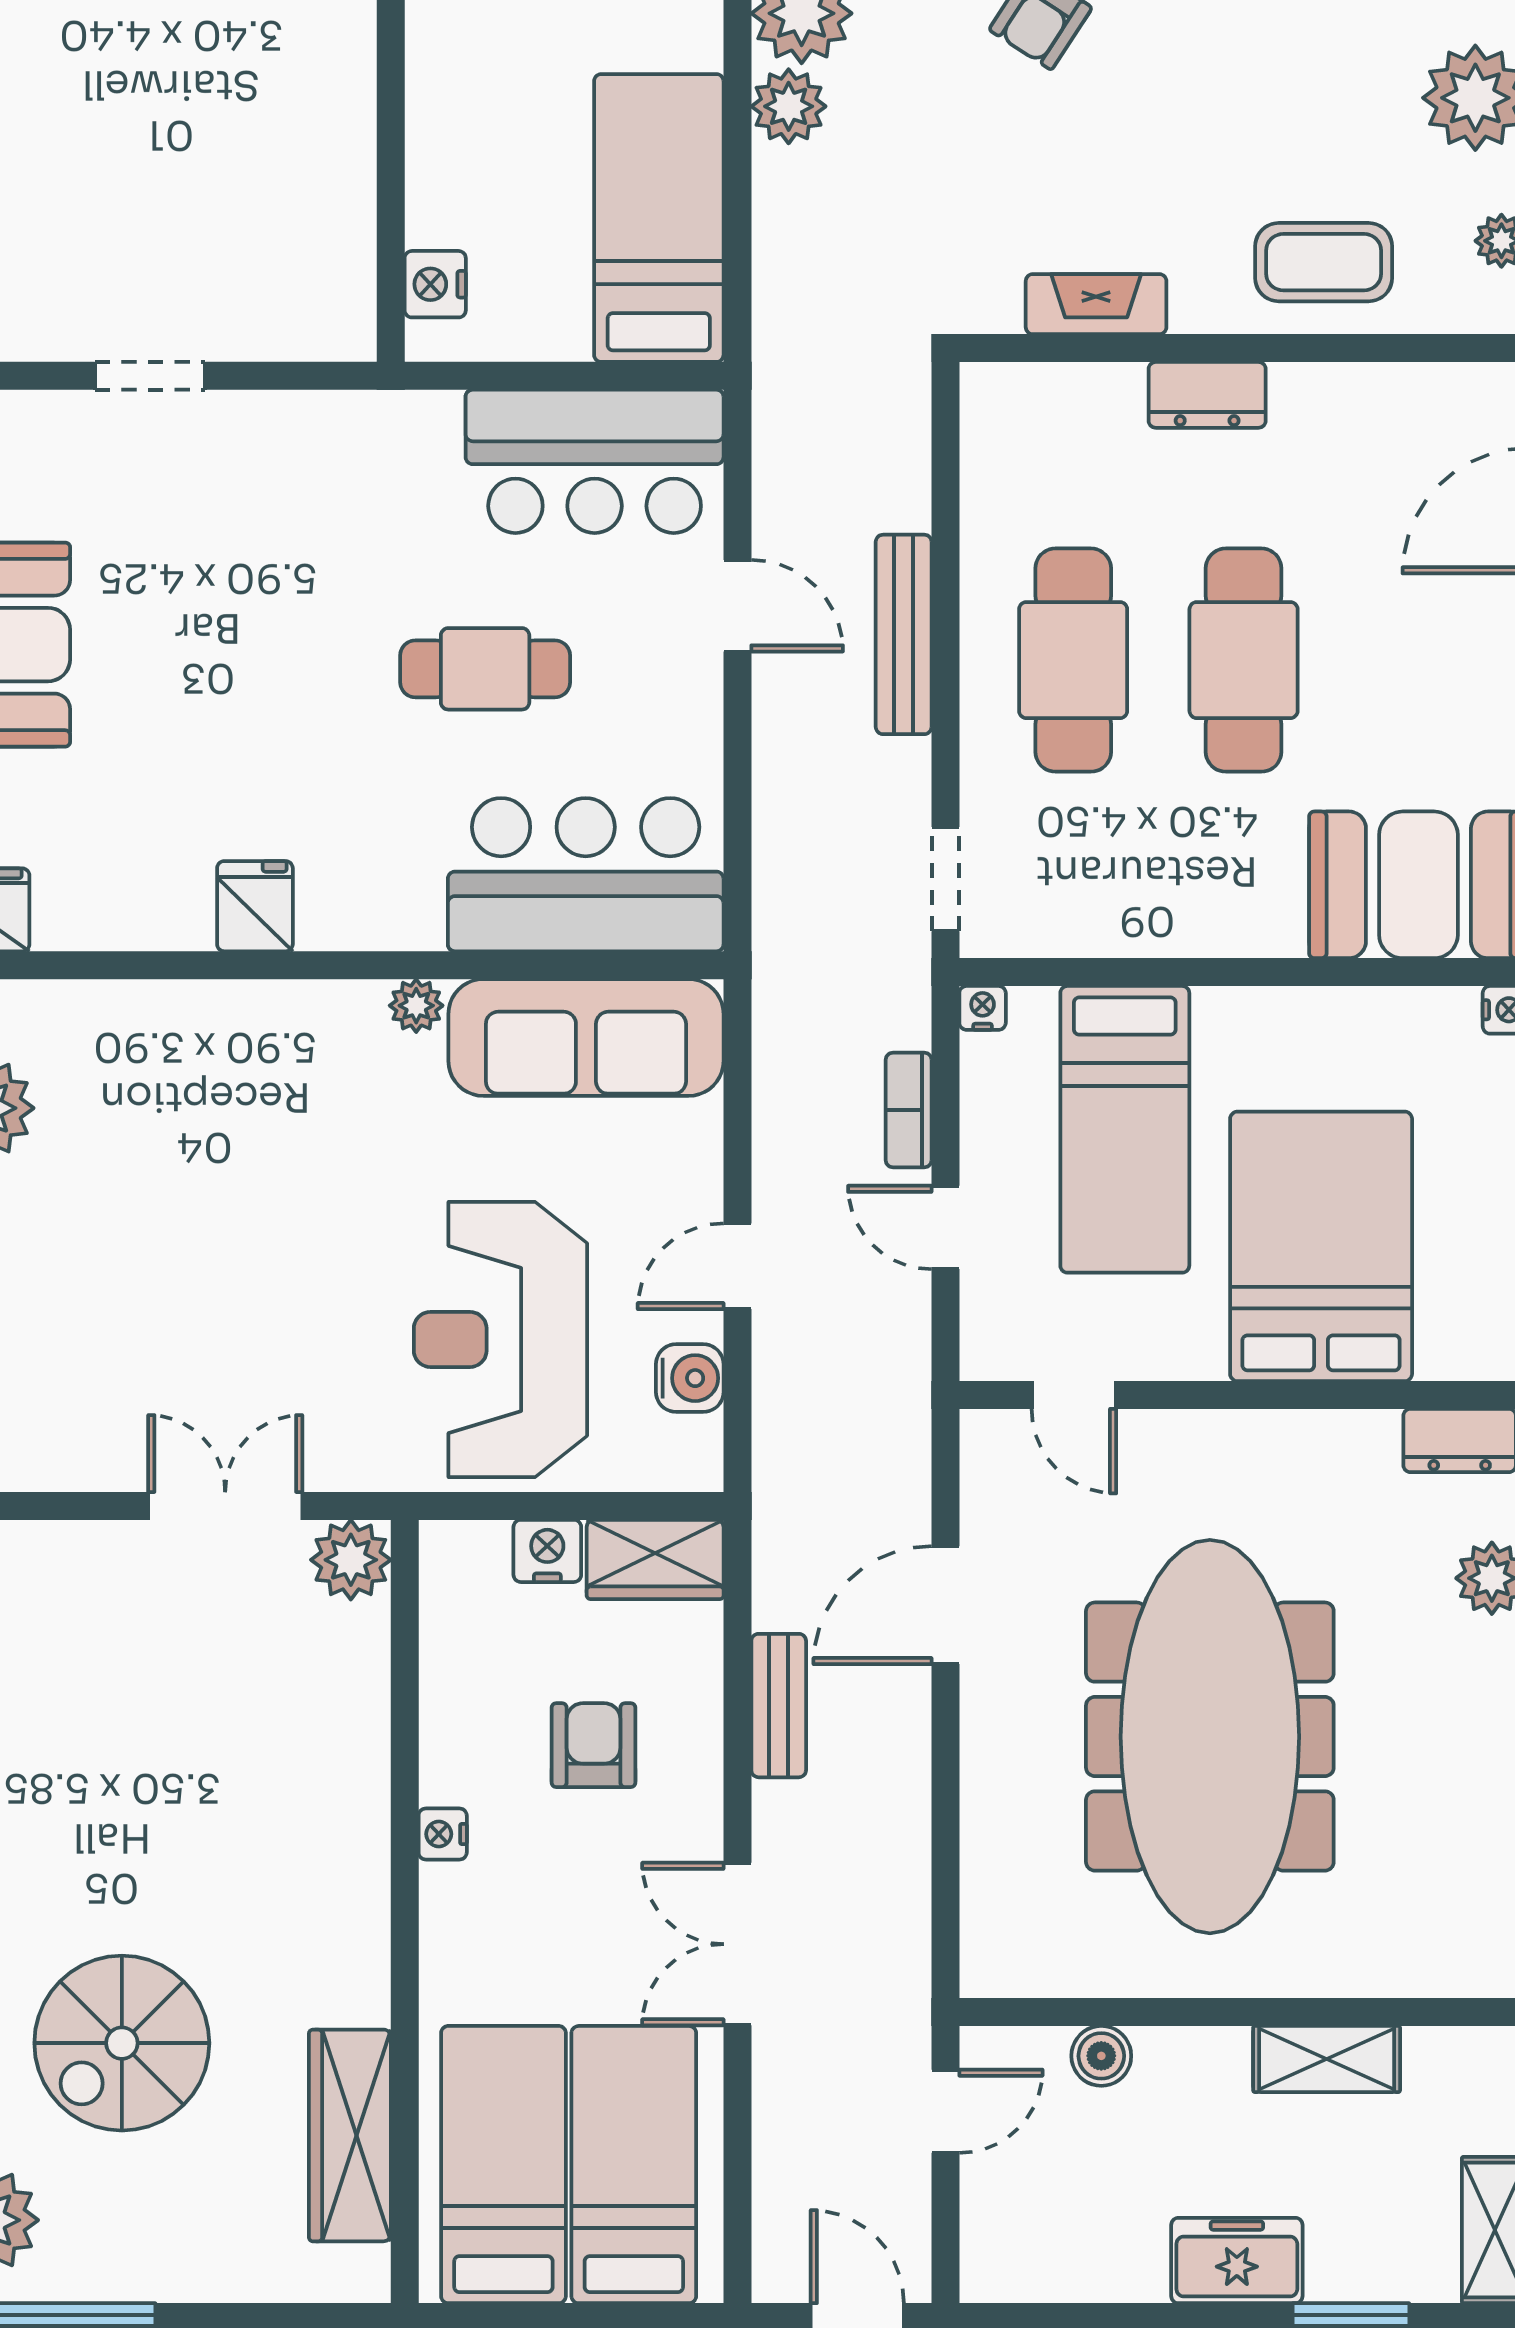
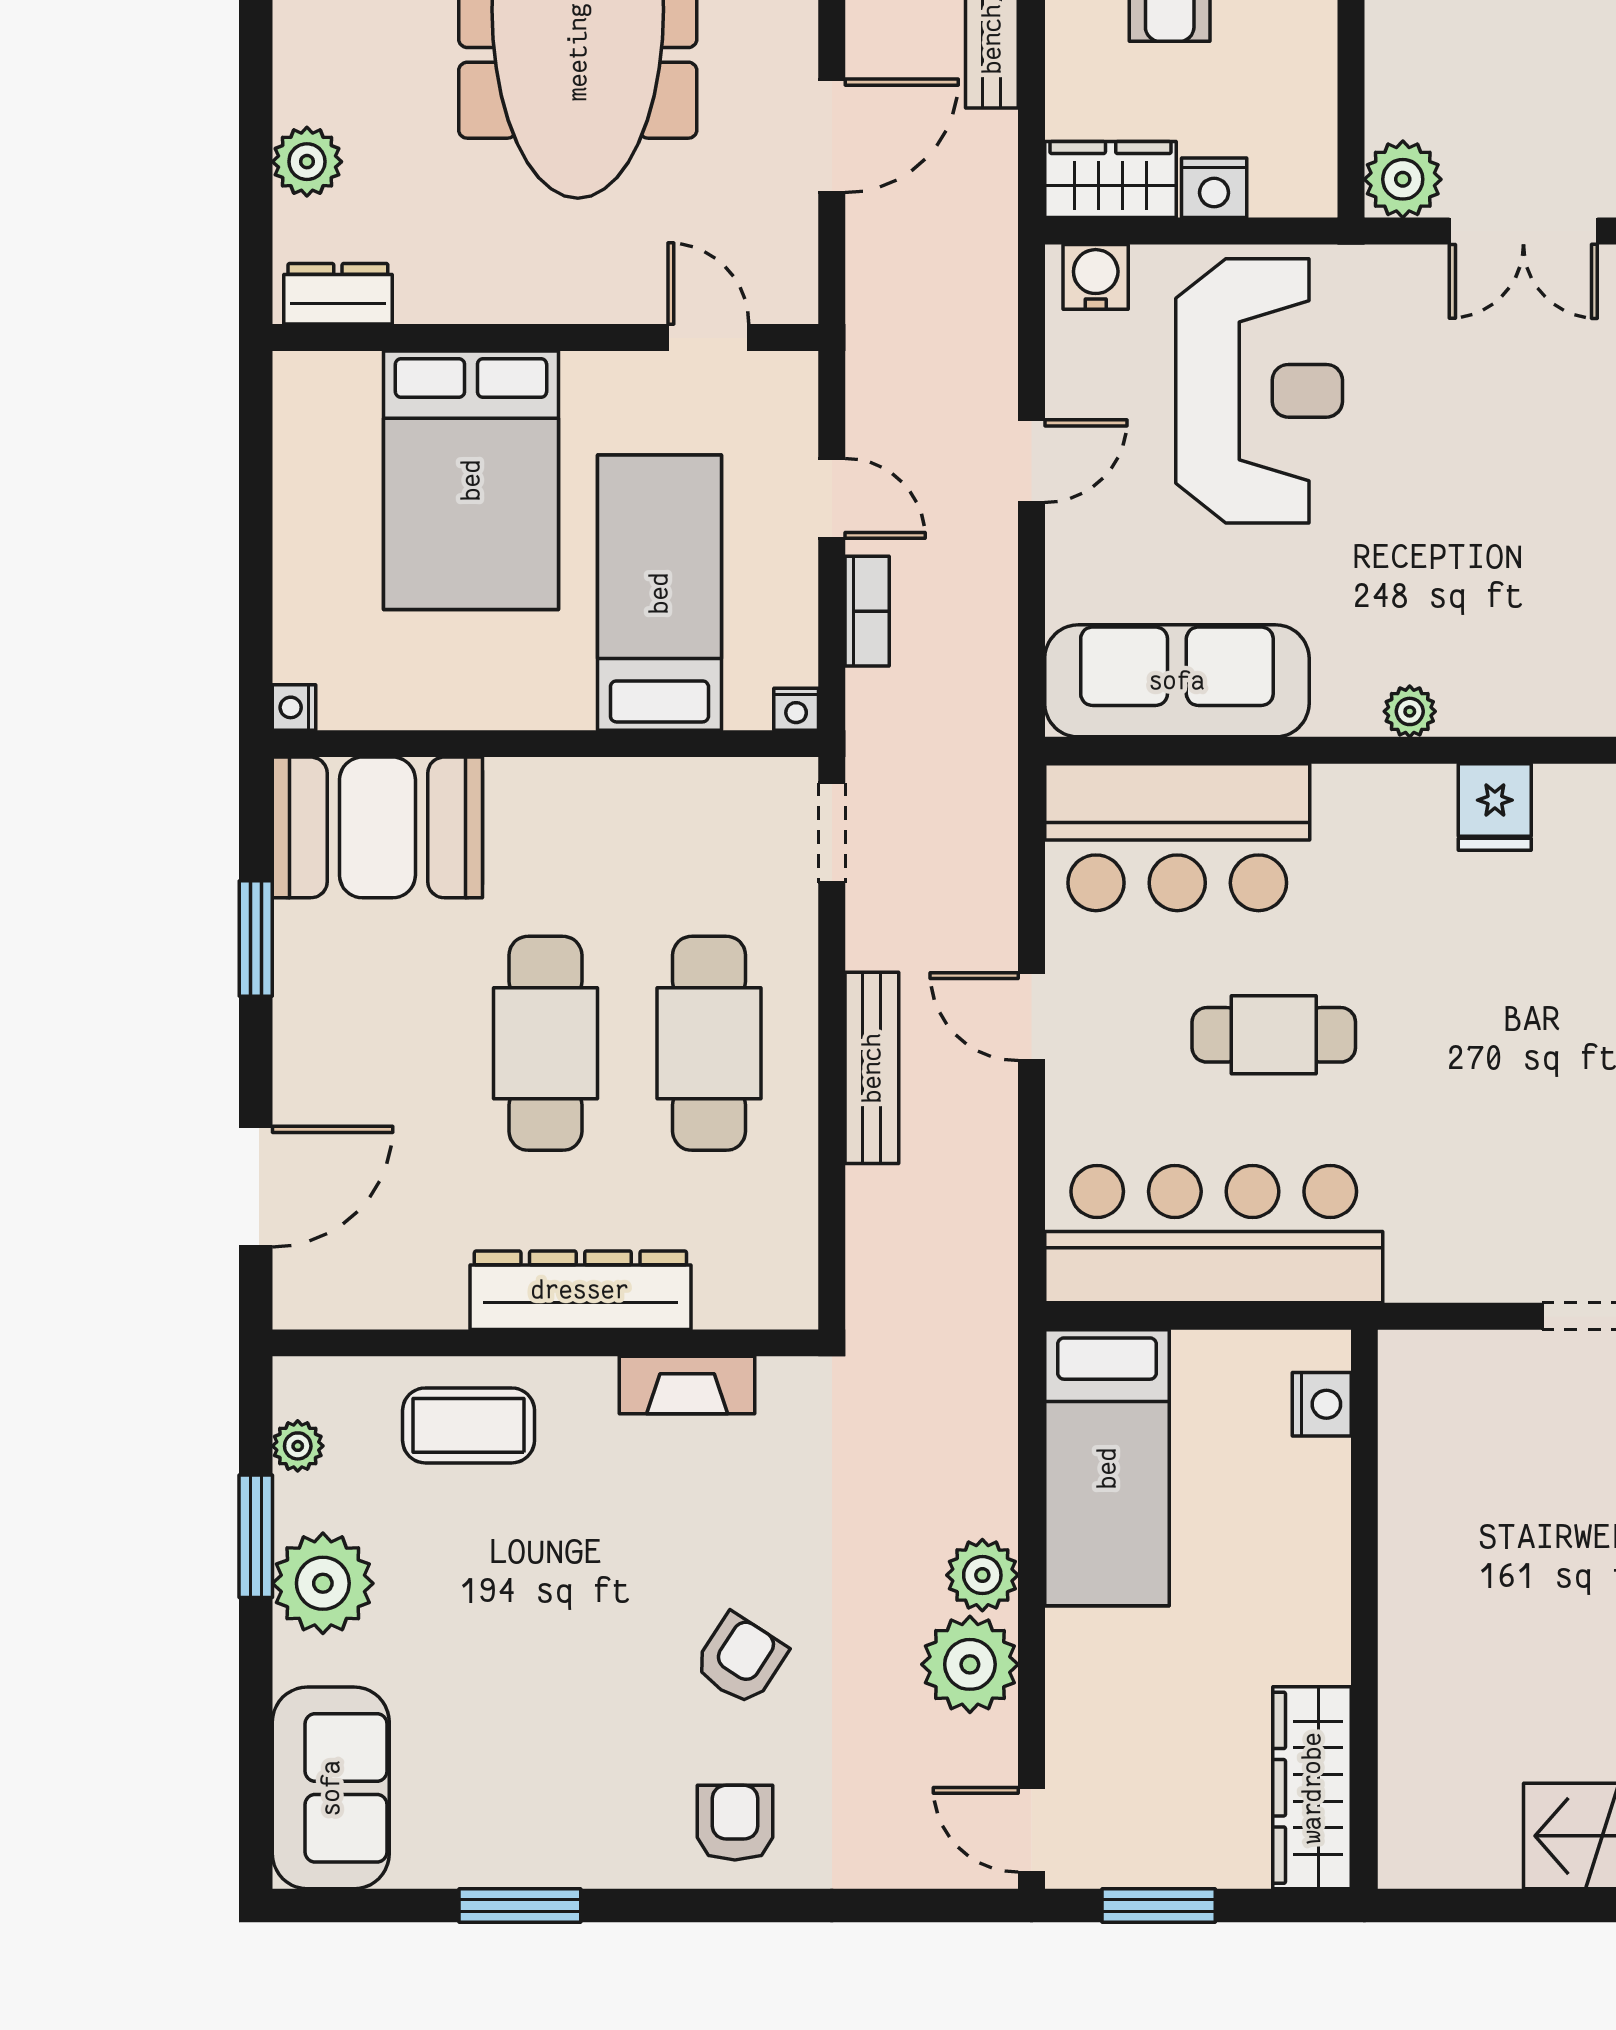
dresser: (1207, 395) -> (580, 1290), width x1.96, depth x1.24
bar counter: (595, 461) -> (1214, 1234), width x1.36
door: (737, 606) -> (1031, 1017), moved
plant: (416, 1006) -> (1410, 711), moved
water cooler: (690, 1378) -> (1096, 277), moved, turned 90

